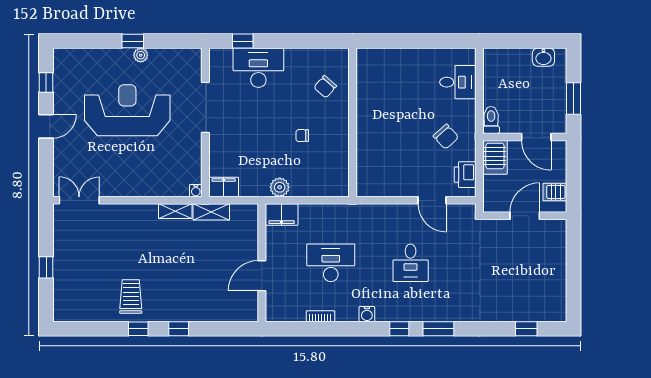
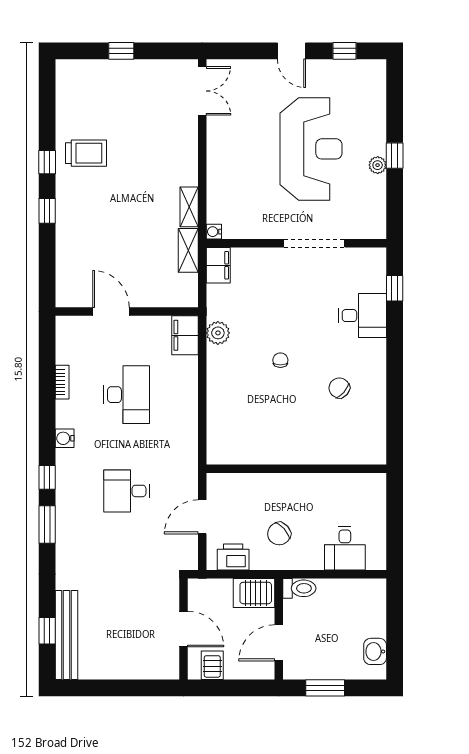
desk: (258, 68) -> (362, 316), width x0.73
wall: (353, 122) -> (296, 469), moved
bench: (530, 313) -> (66, 635), added

